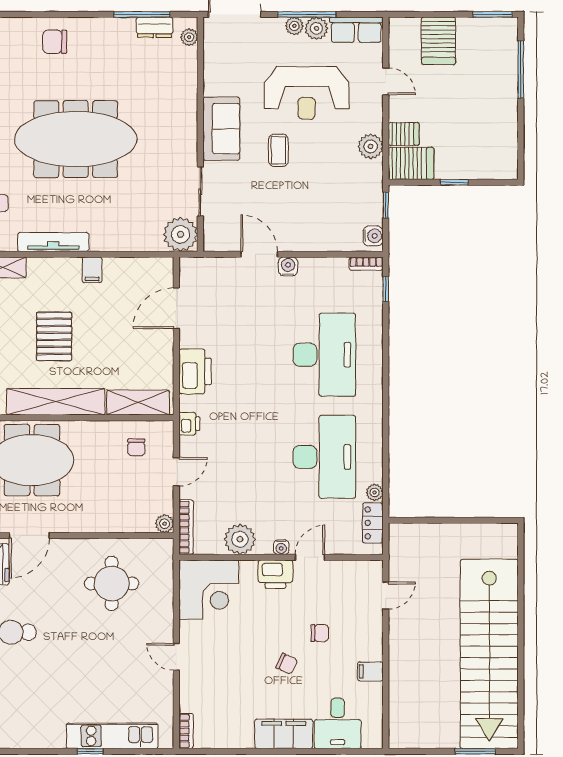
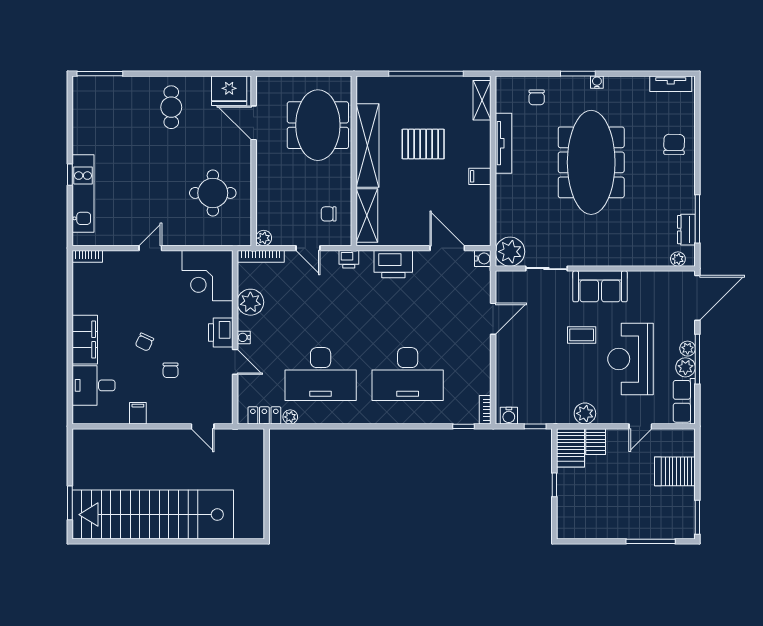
water cooler: (288, 266) -> (483, 258), moved

